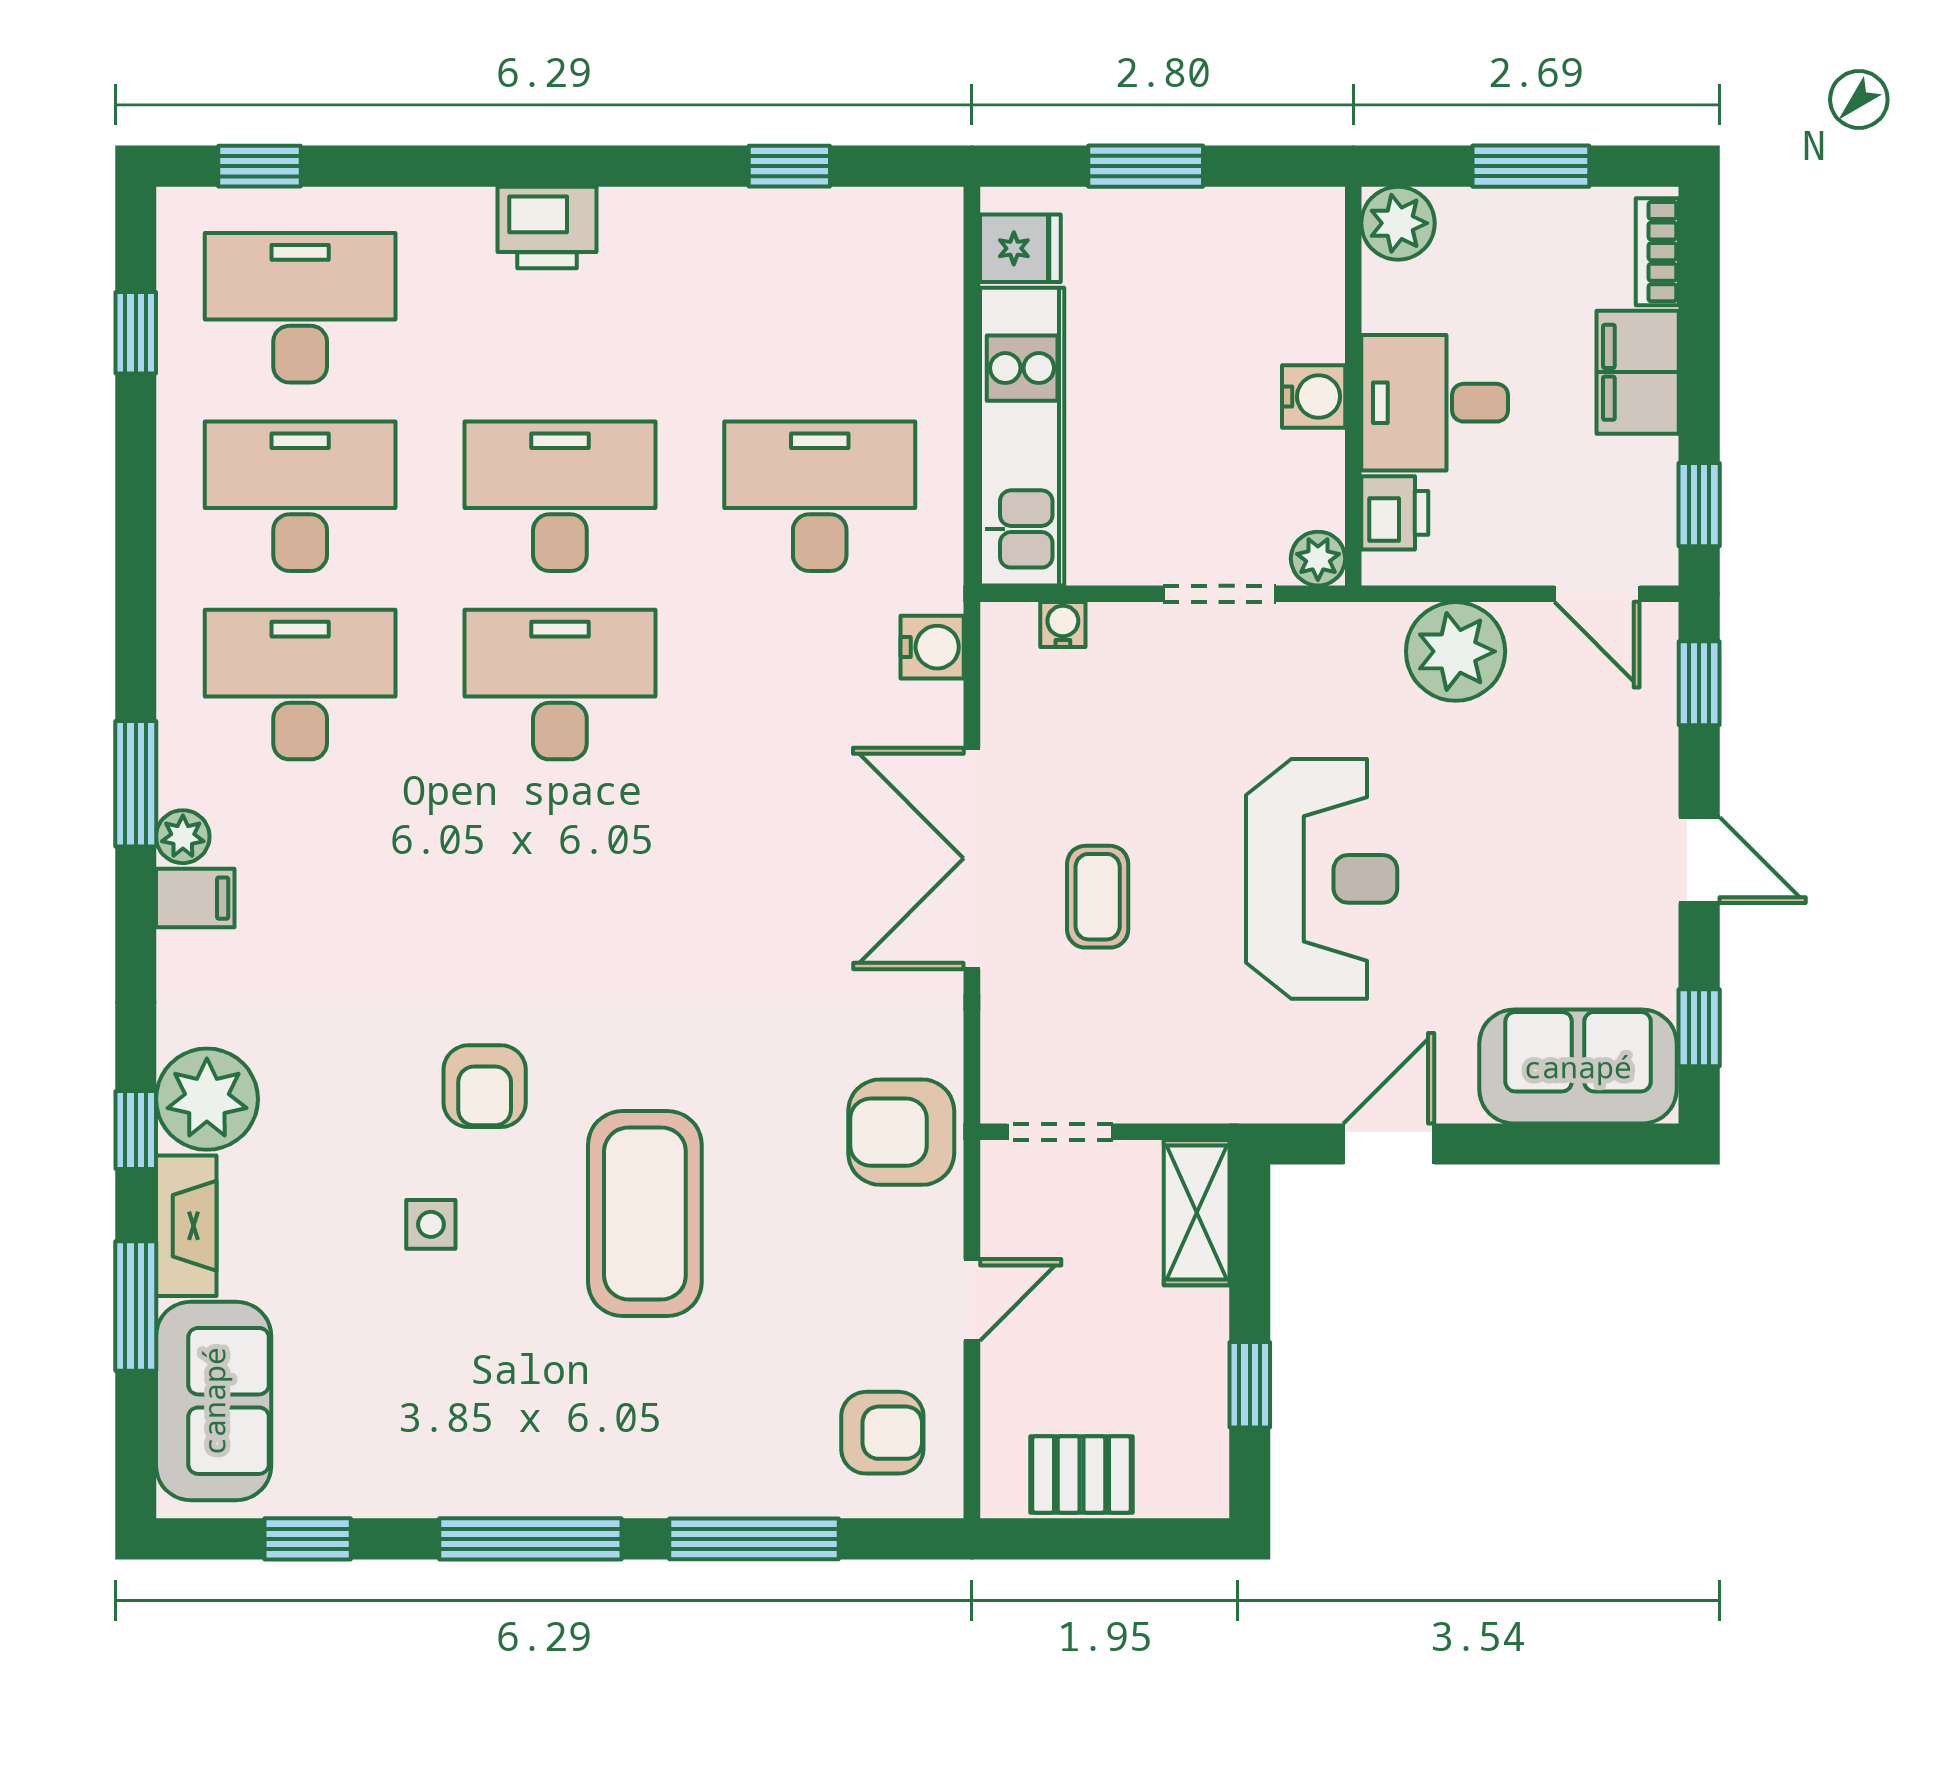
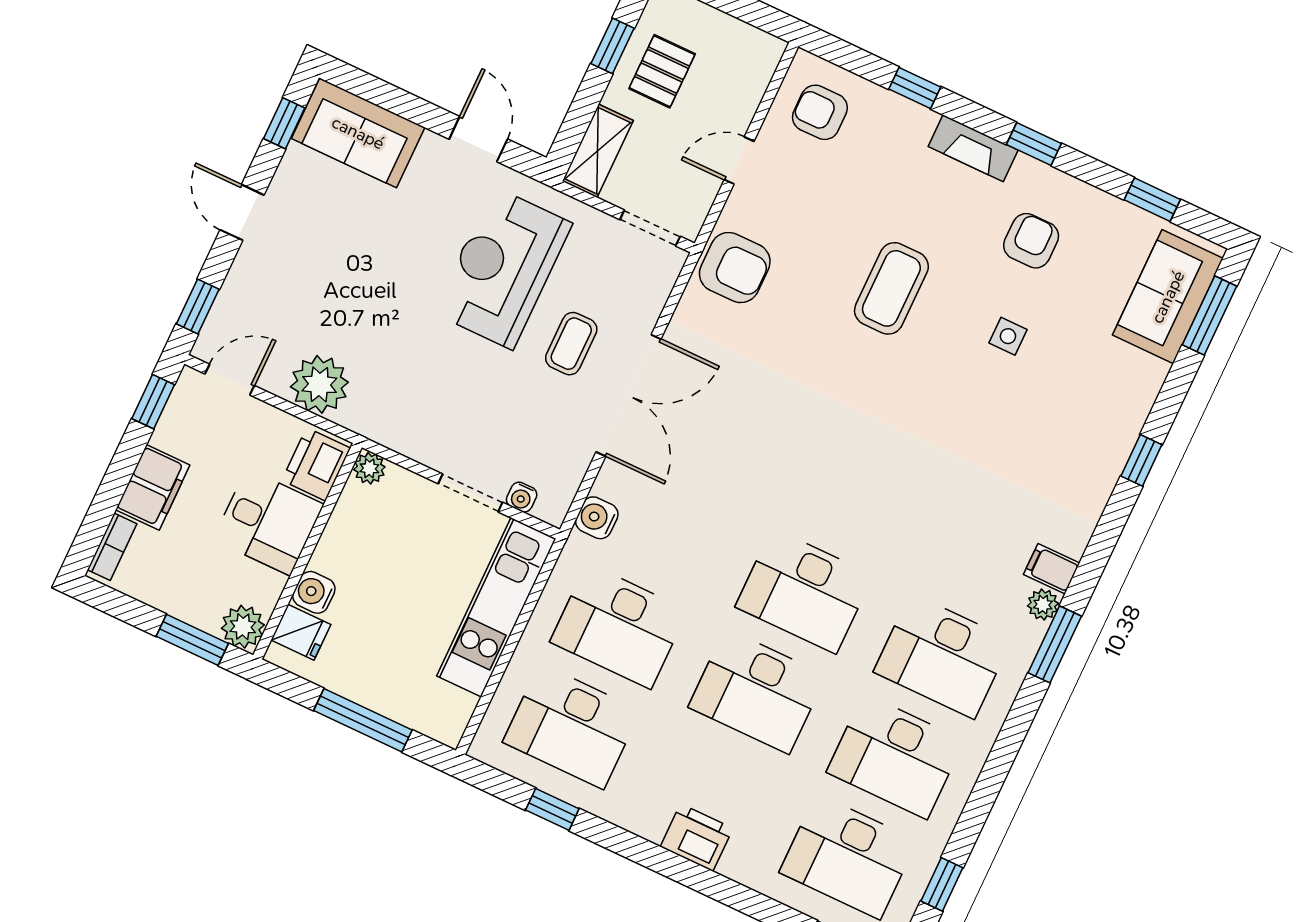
window: (1146, 166) -> (363, 720), width x1.44
window: (1531, 166) -> (192, 640), moved
fridge: (1020, 248) -> (301, 632), moved, turned 180
desk: (820, 308) -> (572, 726), added
water cooler: (1314, 397) -> (314, 592), moved
printer: (1395, 513) -> (316, 464), width x1.36, depth x1.24
doorway: (1219, 594) -> (470, 493), moved
door: (1597, 594) -> (230, 380), hinge flipped
reception desk: (1322, 879) -> (503, 268), moved
armchair: (485, 1086) -> (1031, 241), moved
plant: (207, 1099) -> (1096, 459), removed
door: (1389, 1144) -> (478, 139), swing flipped
coffee table: (645, 1213) -> (891, 288), width x0.73, depth x0.76
fireplace: (186, 1226) -> (973, 148), moved, turned -90
window: (136, 1306) -> (1210, 315), moved
pallet: (1082, 1474) -> (662, 71), moved, turned 90
window: (530, 1539) -> (1034, 144), width x0.46
window: (754, 1539) -> (915, 88), width x0.46

